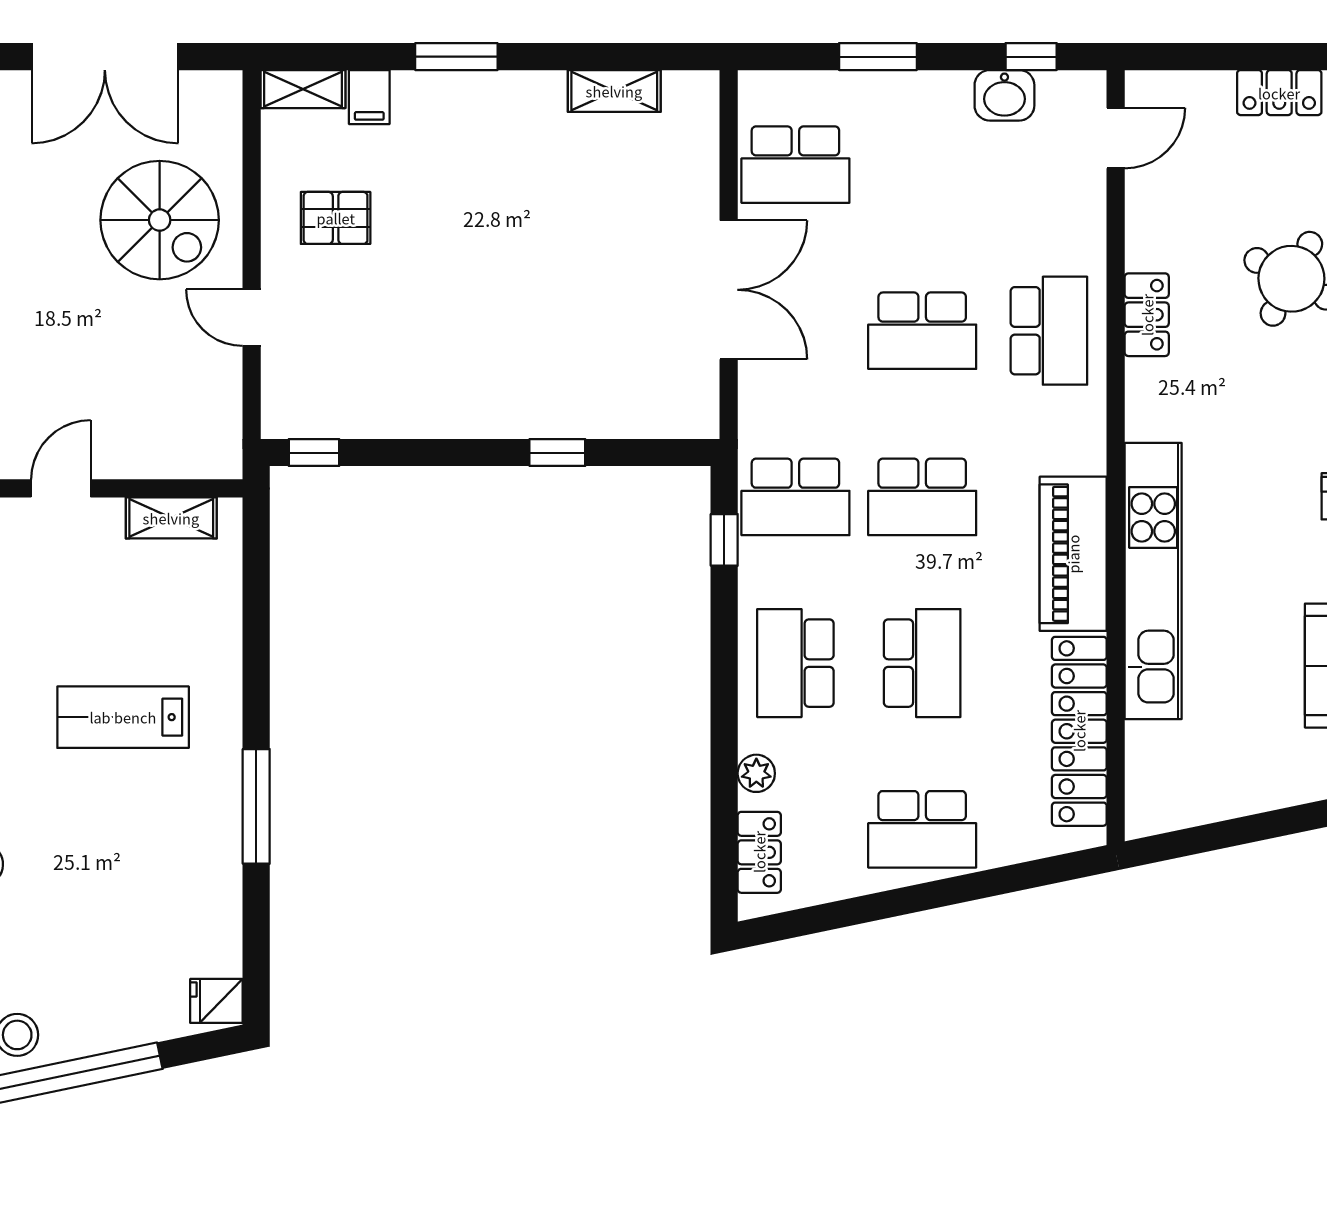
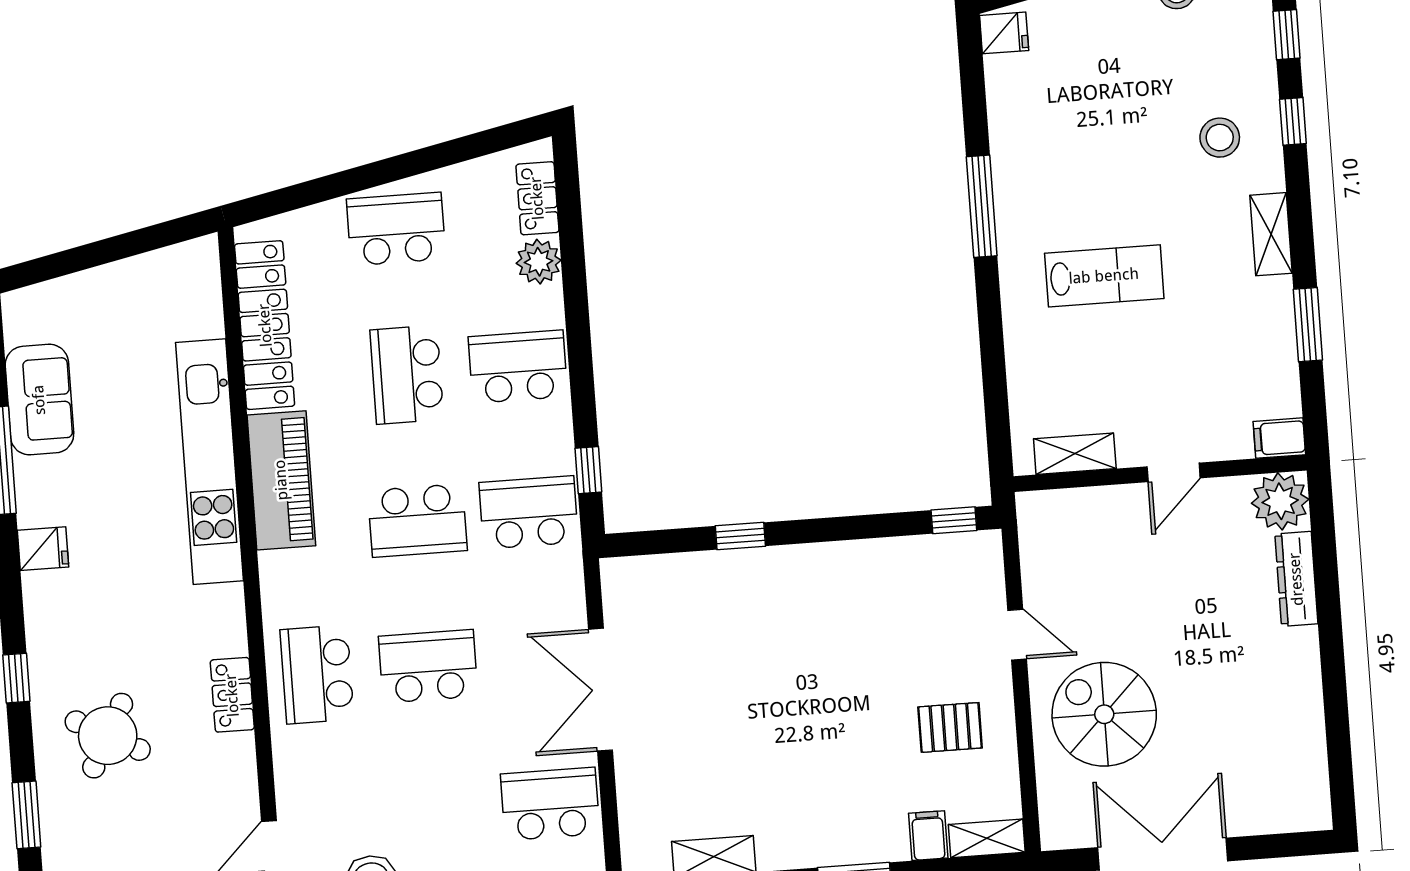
school desk: (922, 497) -> (417, 521), turned 180
school desk: (795, 663) -> (518, 367), turned -90
plant: (756, 773) -> (539, 262), width x1.38, depth x1.38

